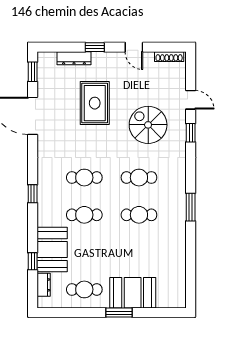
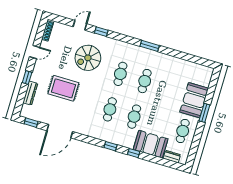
window: (33, 261) -> (134, 153), moved

